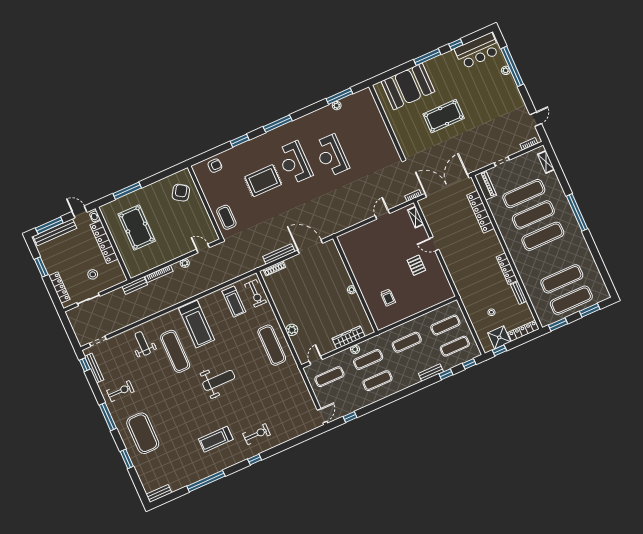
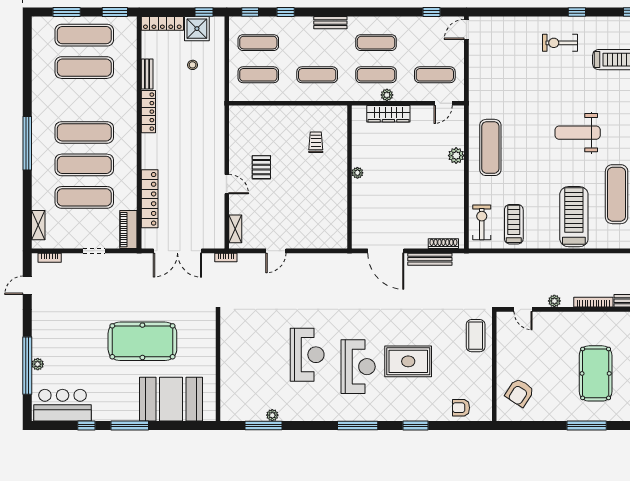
pool table: (444, 116) -> (142, 341), width x1.36, depth x1.32
double door: (447, 186) -> (177, 251), width x0.73
bench: (431, 373) -> (330, 23), moved

